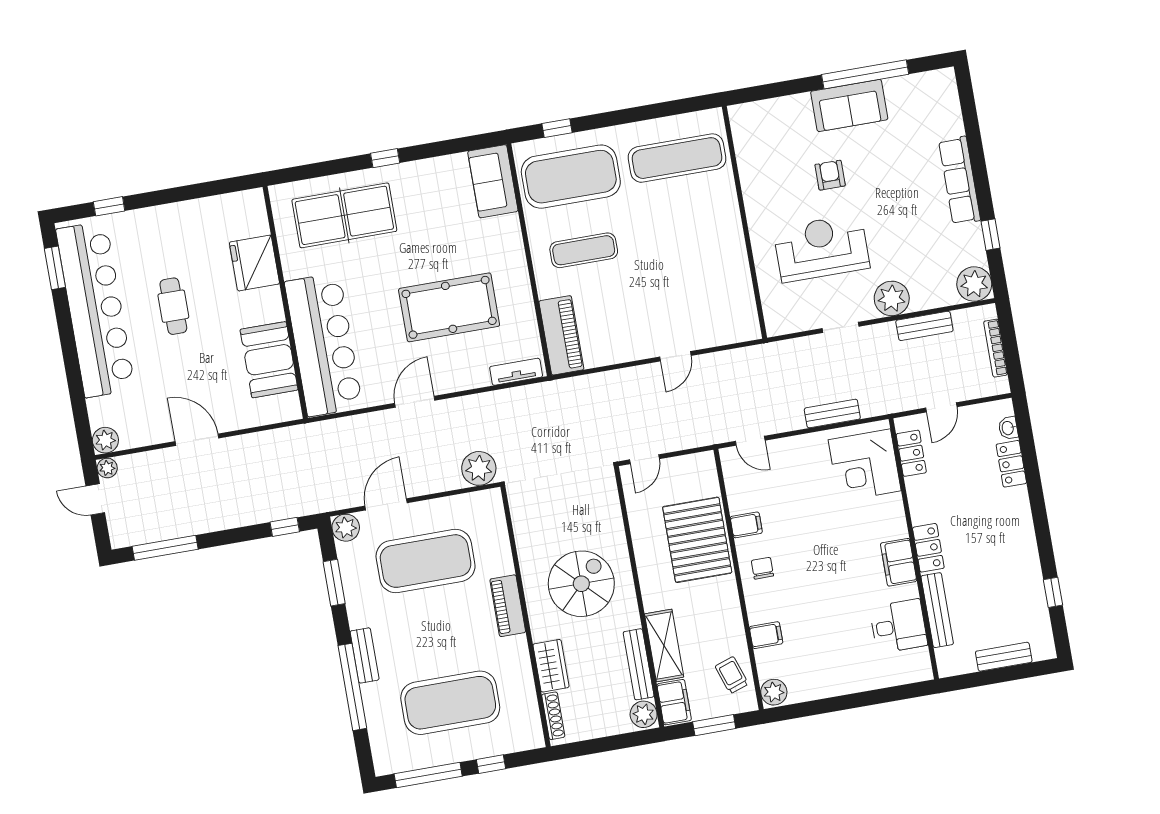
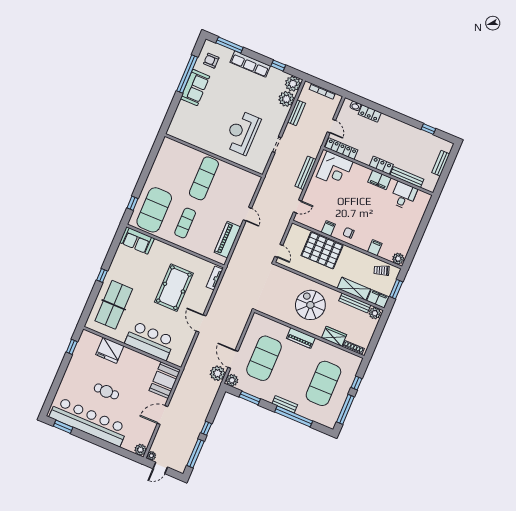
window: (970, 119) -> (230, 45), added
exercise mat: (677, 158) -> (204, 178), moved
armchair: (830, 175) -> (211, 61), moved
window: (109, 206) -> (72, 347), moved
plant: (892, 298) -> (286, 99), moved
piano: (561, 335) -> (227, 240), moved, turned -90
bar counter: (324, 345) -> (150, 341), width x0.73
booth: (269, 360) -> (165, 380), moved, turned 90
bench: (832, 414) -> (306, 173), width x1.36
locker: (911, 453) -> (341, 149), width x1.53
plant: (479, 468) -> (218, 373), moved
window: (285, 527) -> (206, 428), moved

